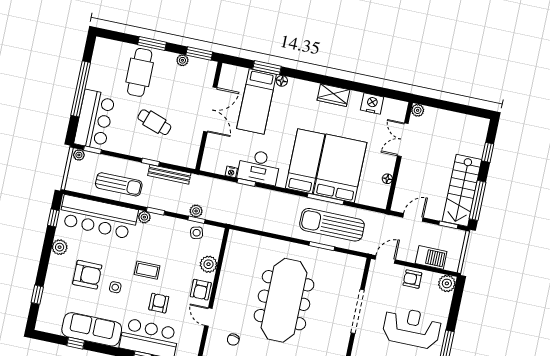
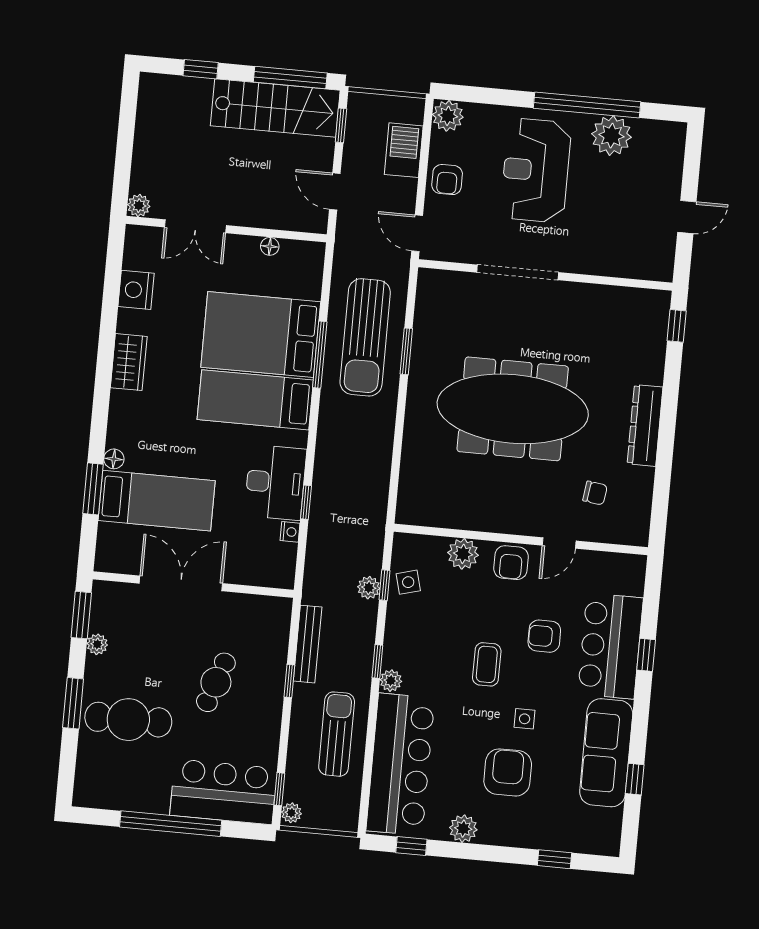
armchair: (201, 290) -> (511, 563), turned 90

